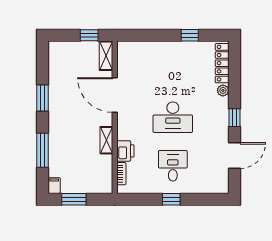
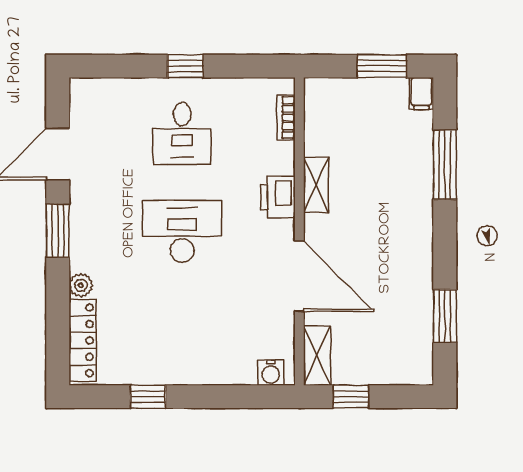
water cooler: (129, 47) -> (271, 373), added
window: (43, 98) -> (445, 316), moved
window: (234, 118) -> (58, 231), width x1.50
printer: (125, 151) -> (278, 197), moved

